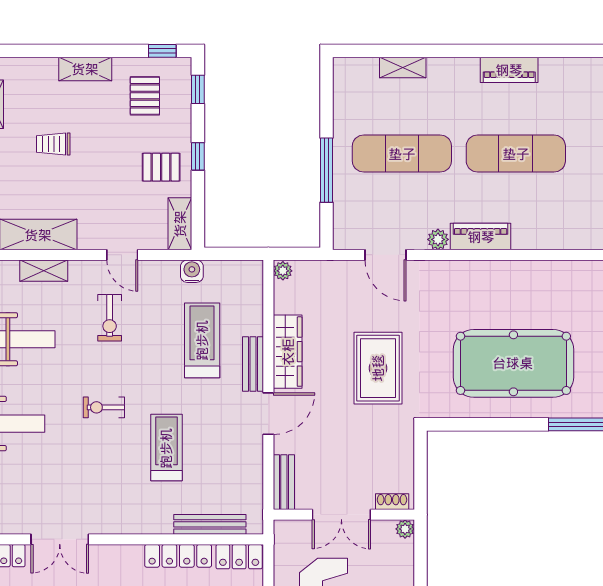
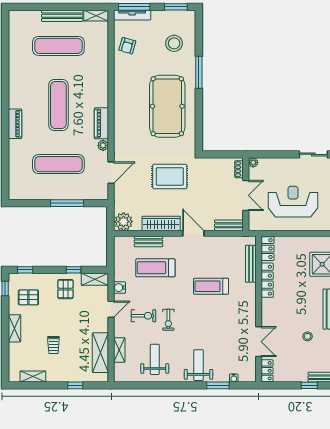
shelving: (403, 67) -> (14, 164), removed
piano: (509, 70) -> (15, 124), moved
exercise mat: (402, 154) -> (58, 164), turned 90
window: (198, 156) -> (73, 270), moved
water cooler: (192, 271) -> (119, 288), moved
plant: (283, 271) -> (124, 222), width x1.88, depth x1.88
bench: (253, 364) -> (148, 241), moved
exercise bike: (104, 407) -> (168, 320), moved

